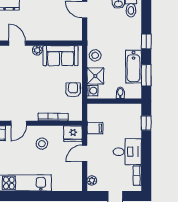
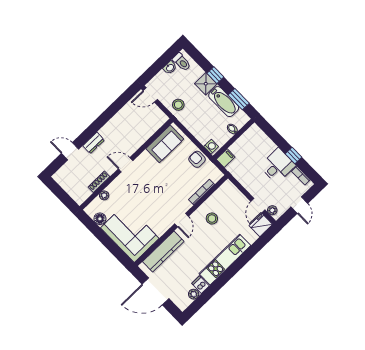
plant: (37, 50) -> (145, 156), removed
stool: (95, 55) -> (178, 105), moved
shower: (95, 76) -> (206, 84), moved
window: (146, 123) -> (294, 156), moved
filing cabinet: (95, 128) -> (226, 158), moved
fridge: (73, 134) -> (261, 225), moved, turned 180
door: (85, 153) -> (258, 206), moved

